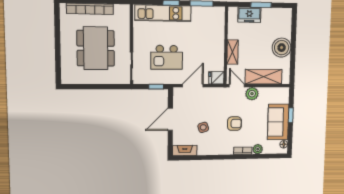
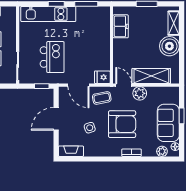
freezer: (249, 15) -> (121, 26), moved, turned -90
shelving: (233, 52) -> (174, 23), moved
kitchen island: (167, 57) -> (52, 57), turned -90
door: (193, 86) -> (79, 85), swing flipped
coffee table: (215, 98) -> (102, 98), added
armchair: (234, 124) -> (122, 124), width x1.88, depth x1.88
plant: (258, 149) -> (162, 151), moved

